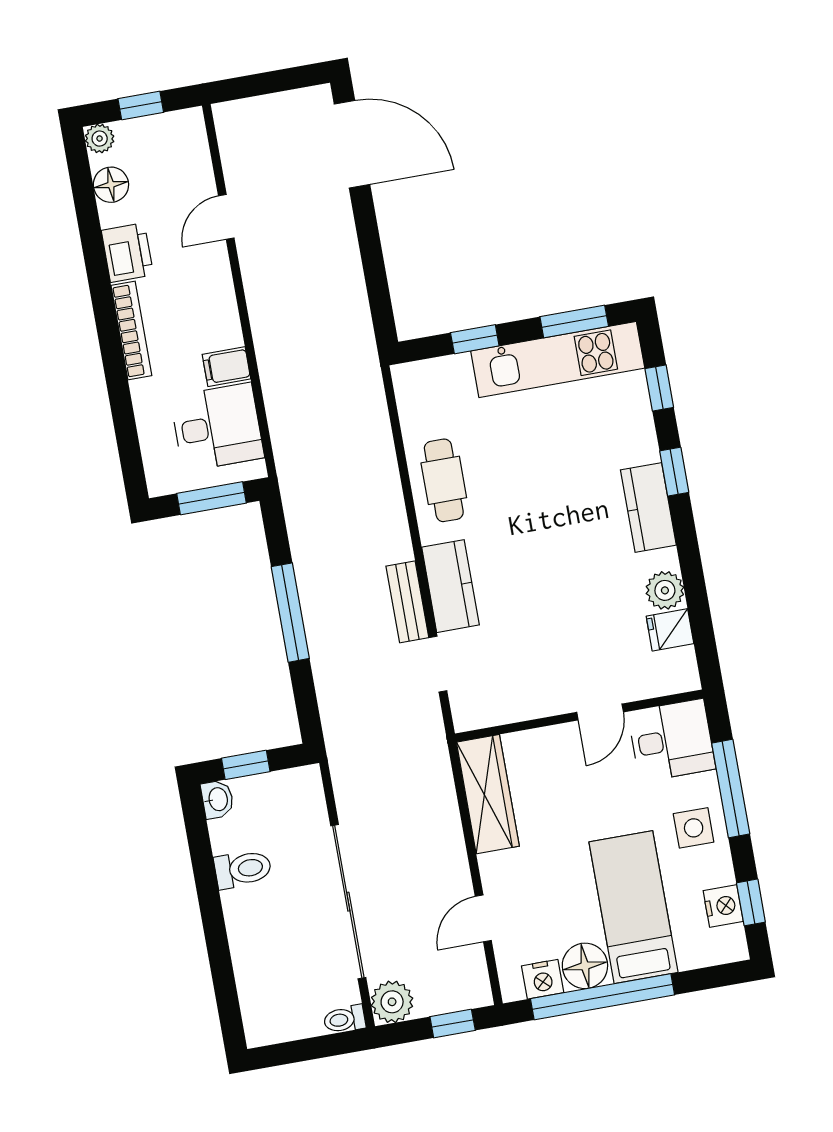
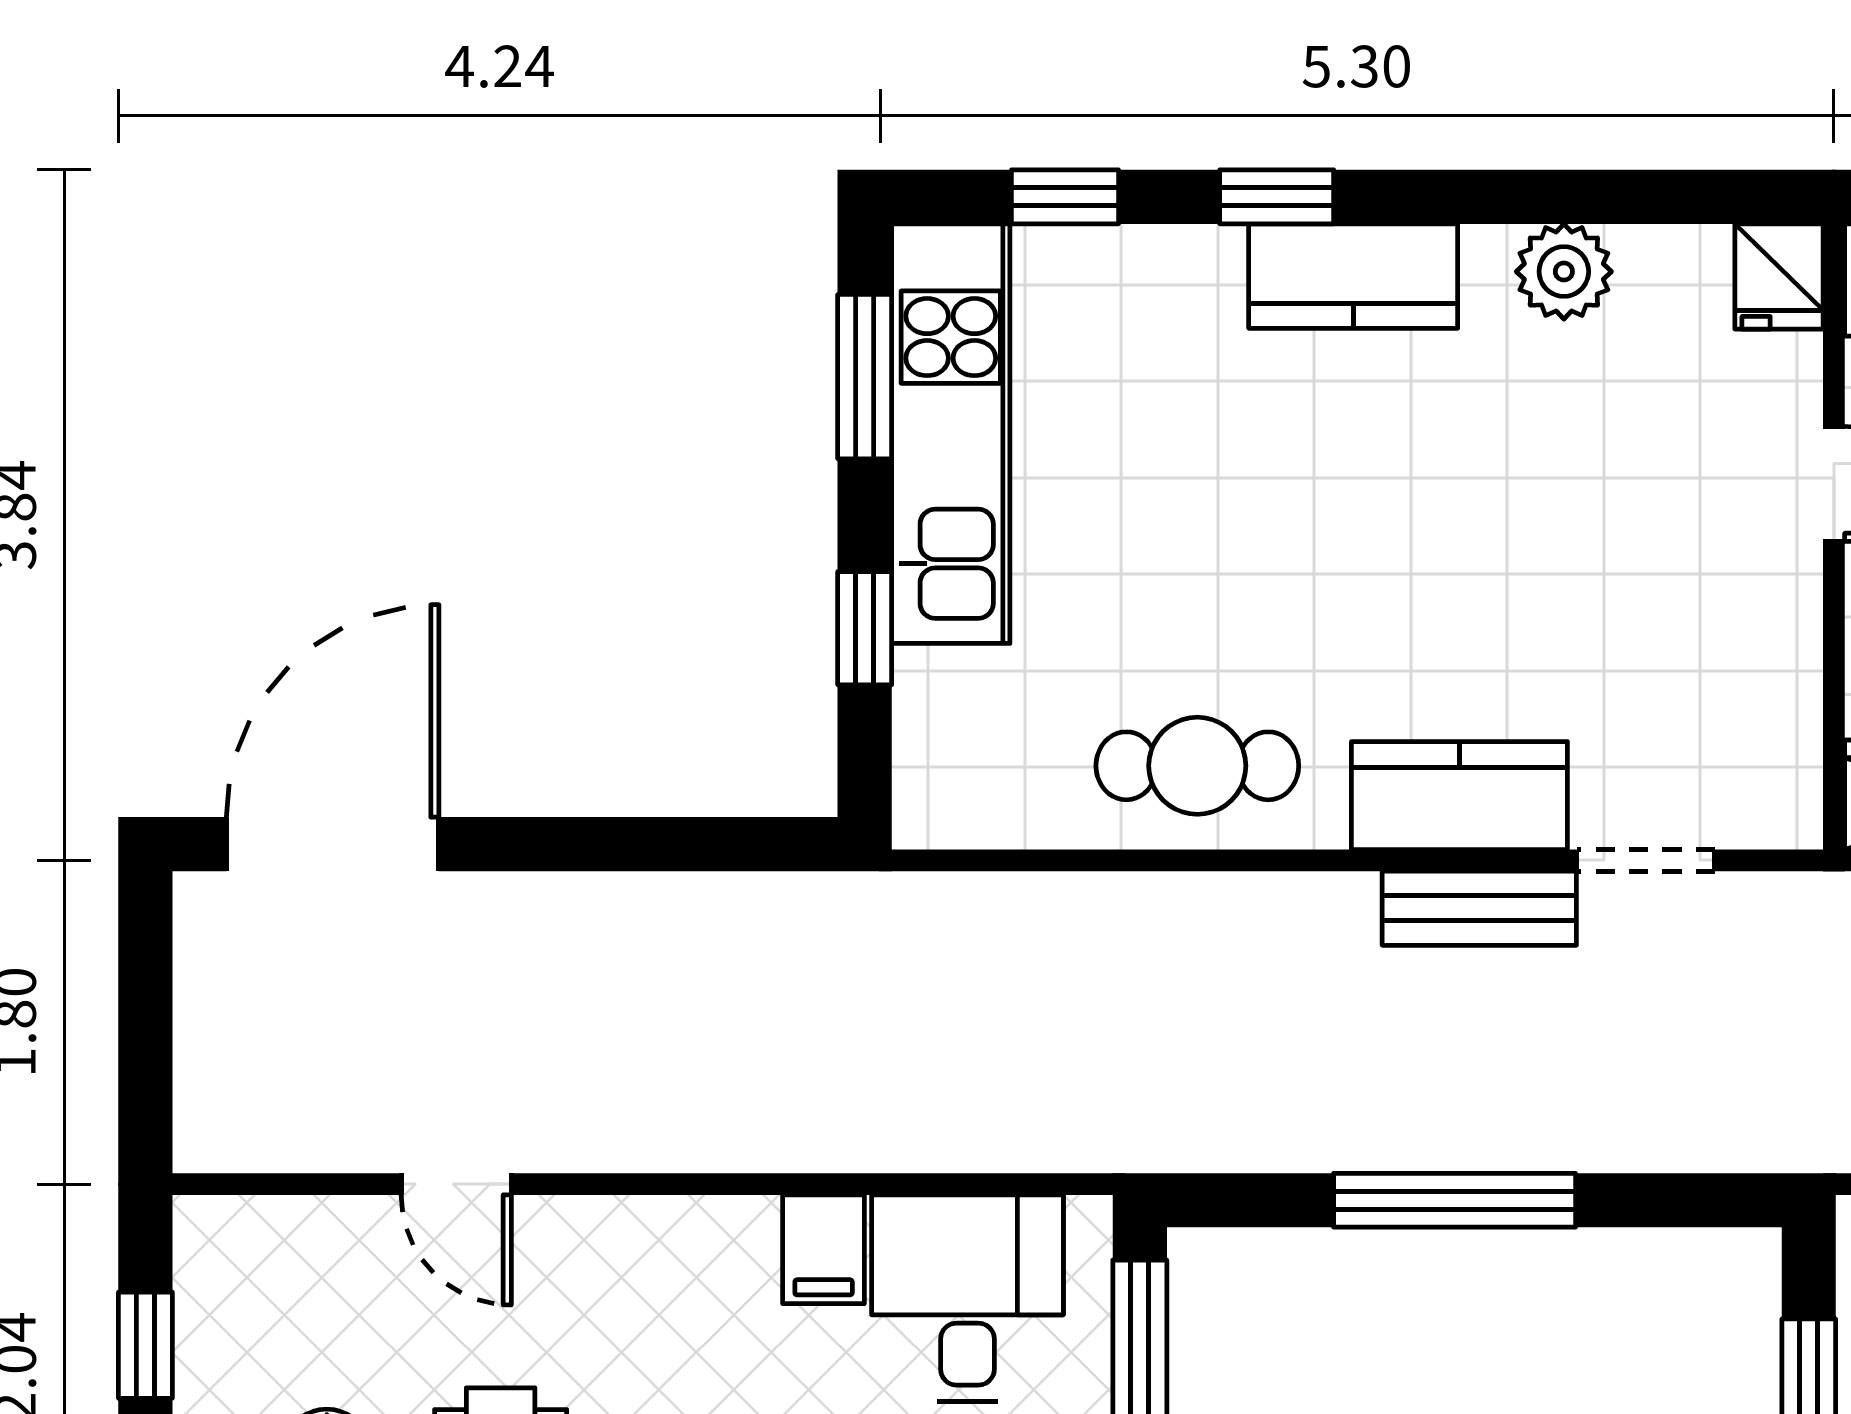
fridge: (670, 630) -> (1779, 276), moved

